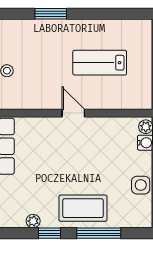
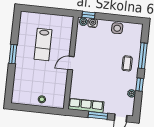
window: (51, 14) -> (13, 54), moved
coffee table: (83, 208) -> (127, 63), width x0.54, depth x0.58

